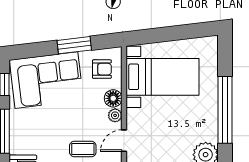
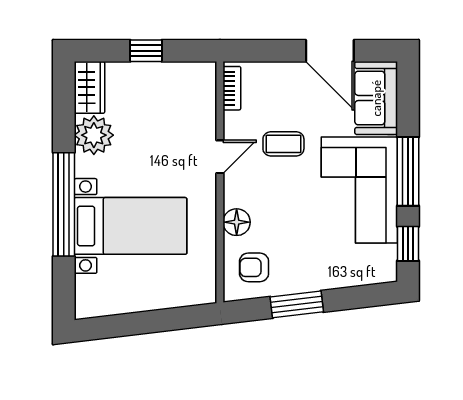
bed with nightstands: (162, 77) -> (130, 226), moved, turned 180
corner sofa: (46, 80) -> (359, 190), moved, turned -83
plant: (115, 115) -> (234, 196), removed

